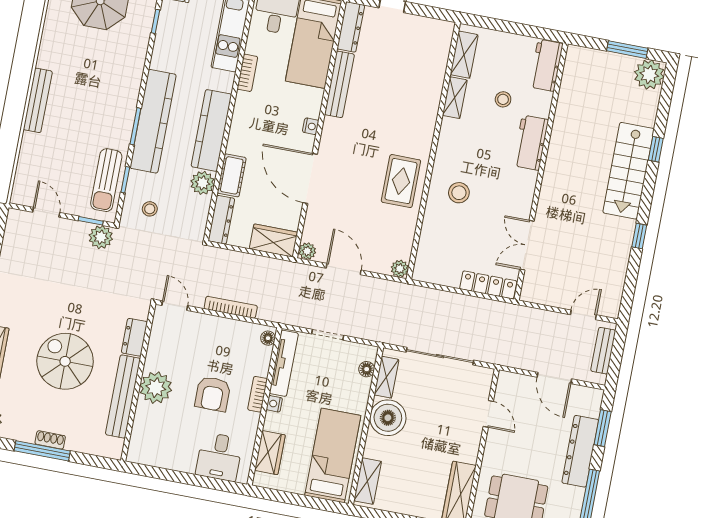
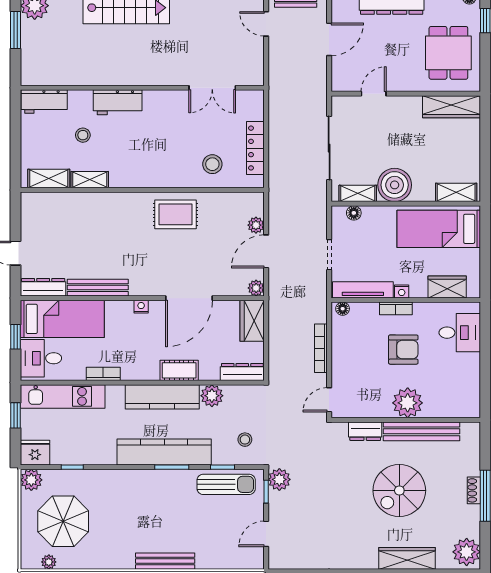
cot: (232, 175) -> (179, 370), moved
stool: (459, 193) -> (212, 164), moved
plant: (400, 269) -> (256, 225), moved
locker: (488, 285) -> (255, 148), moved

